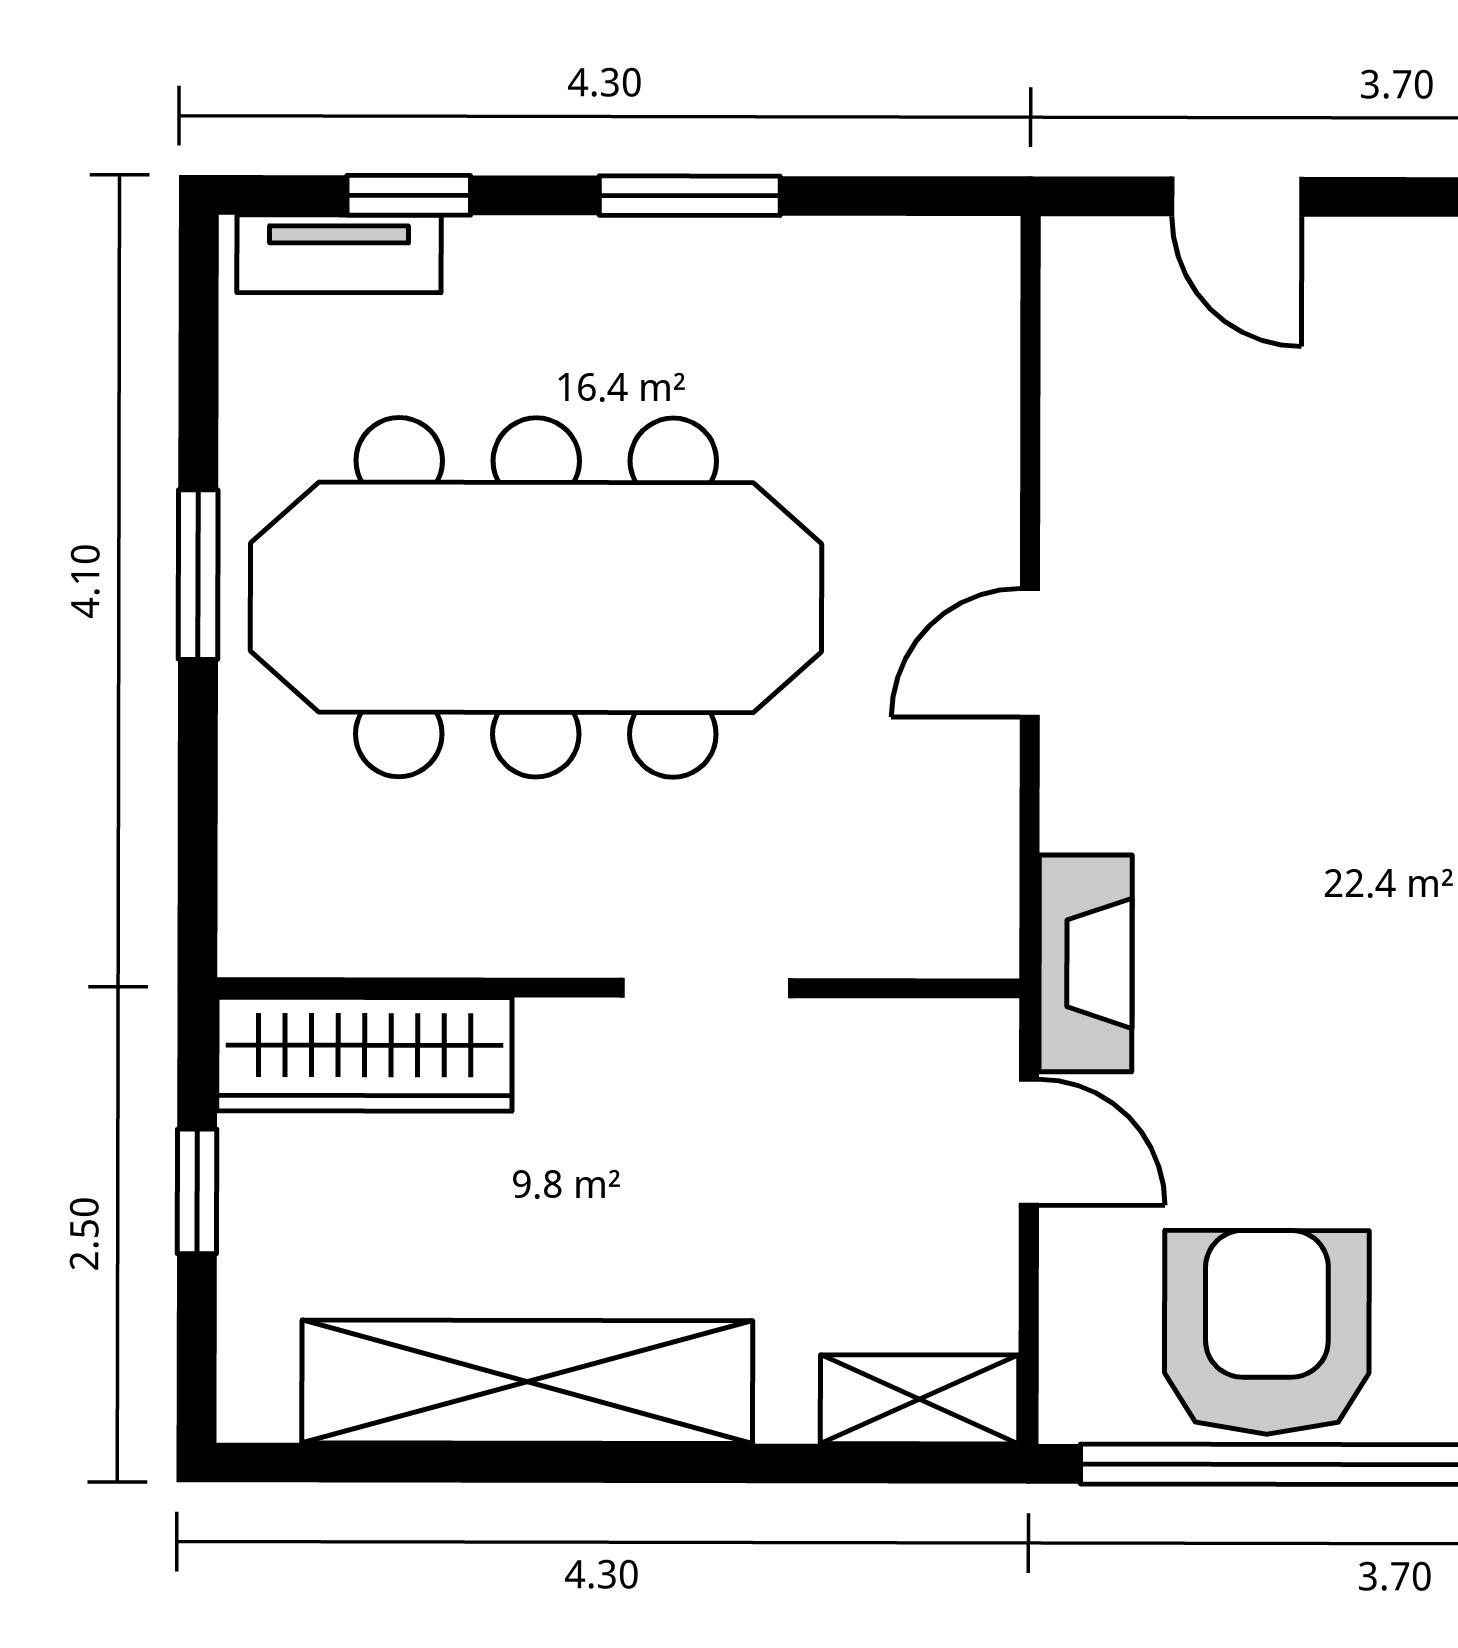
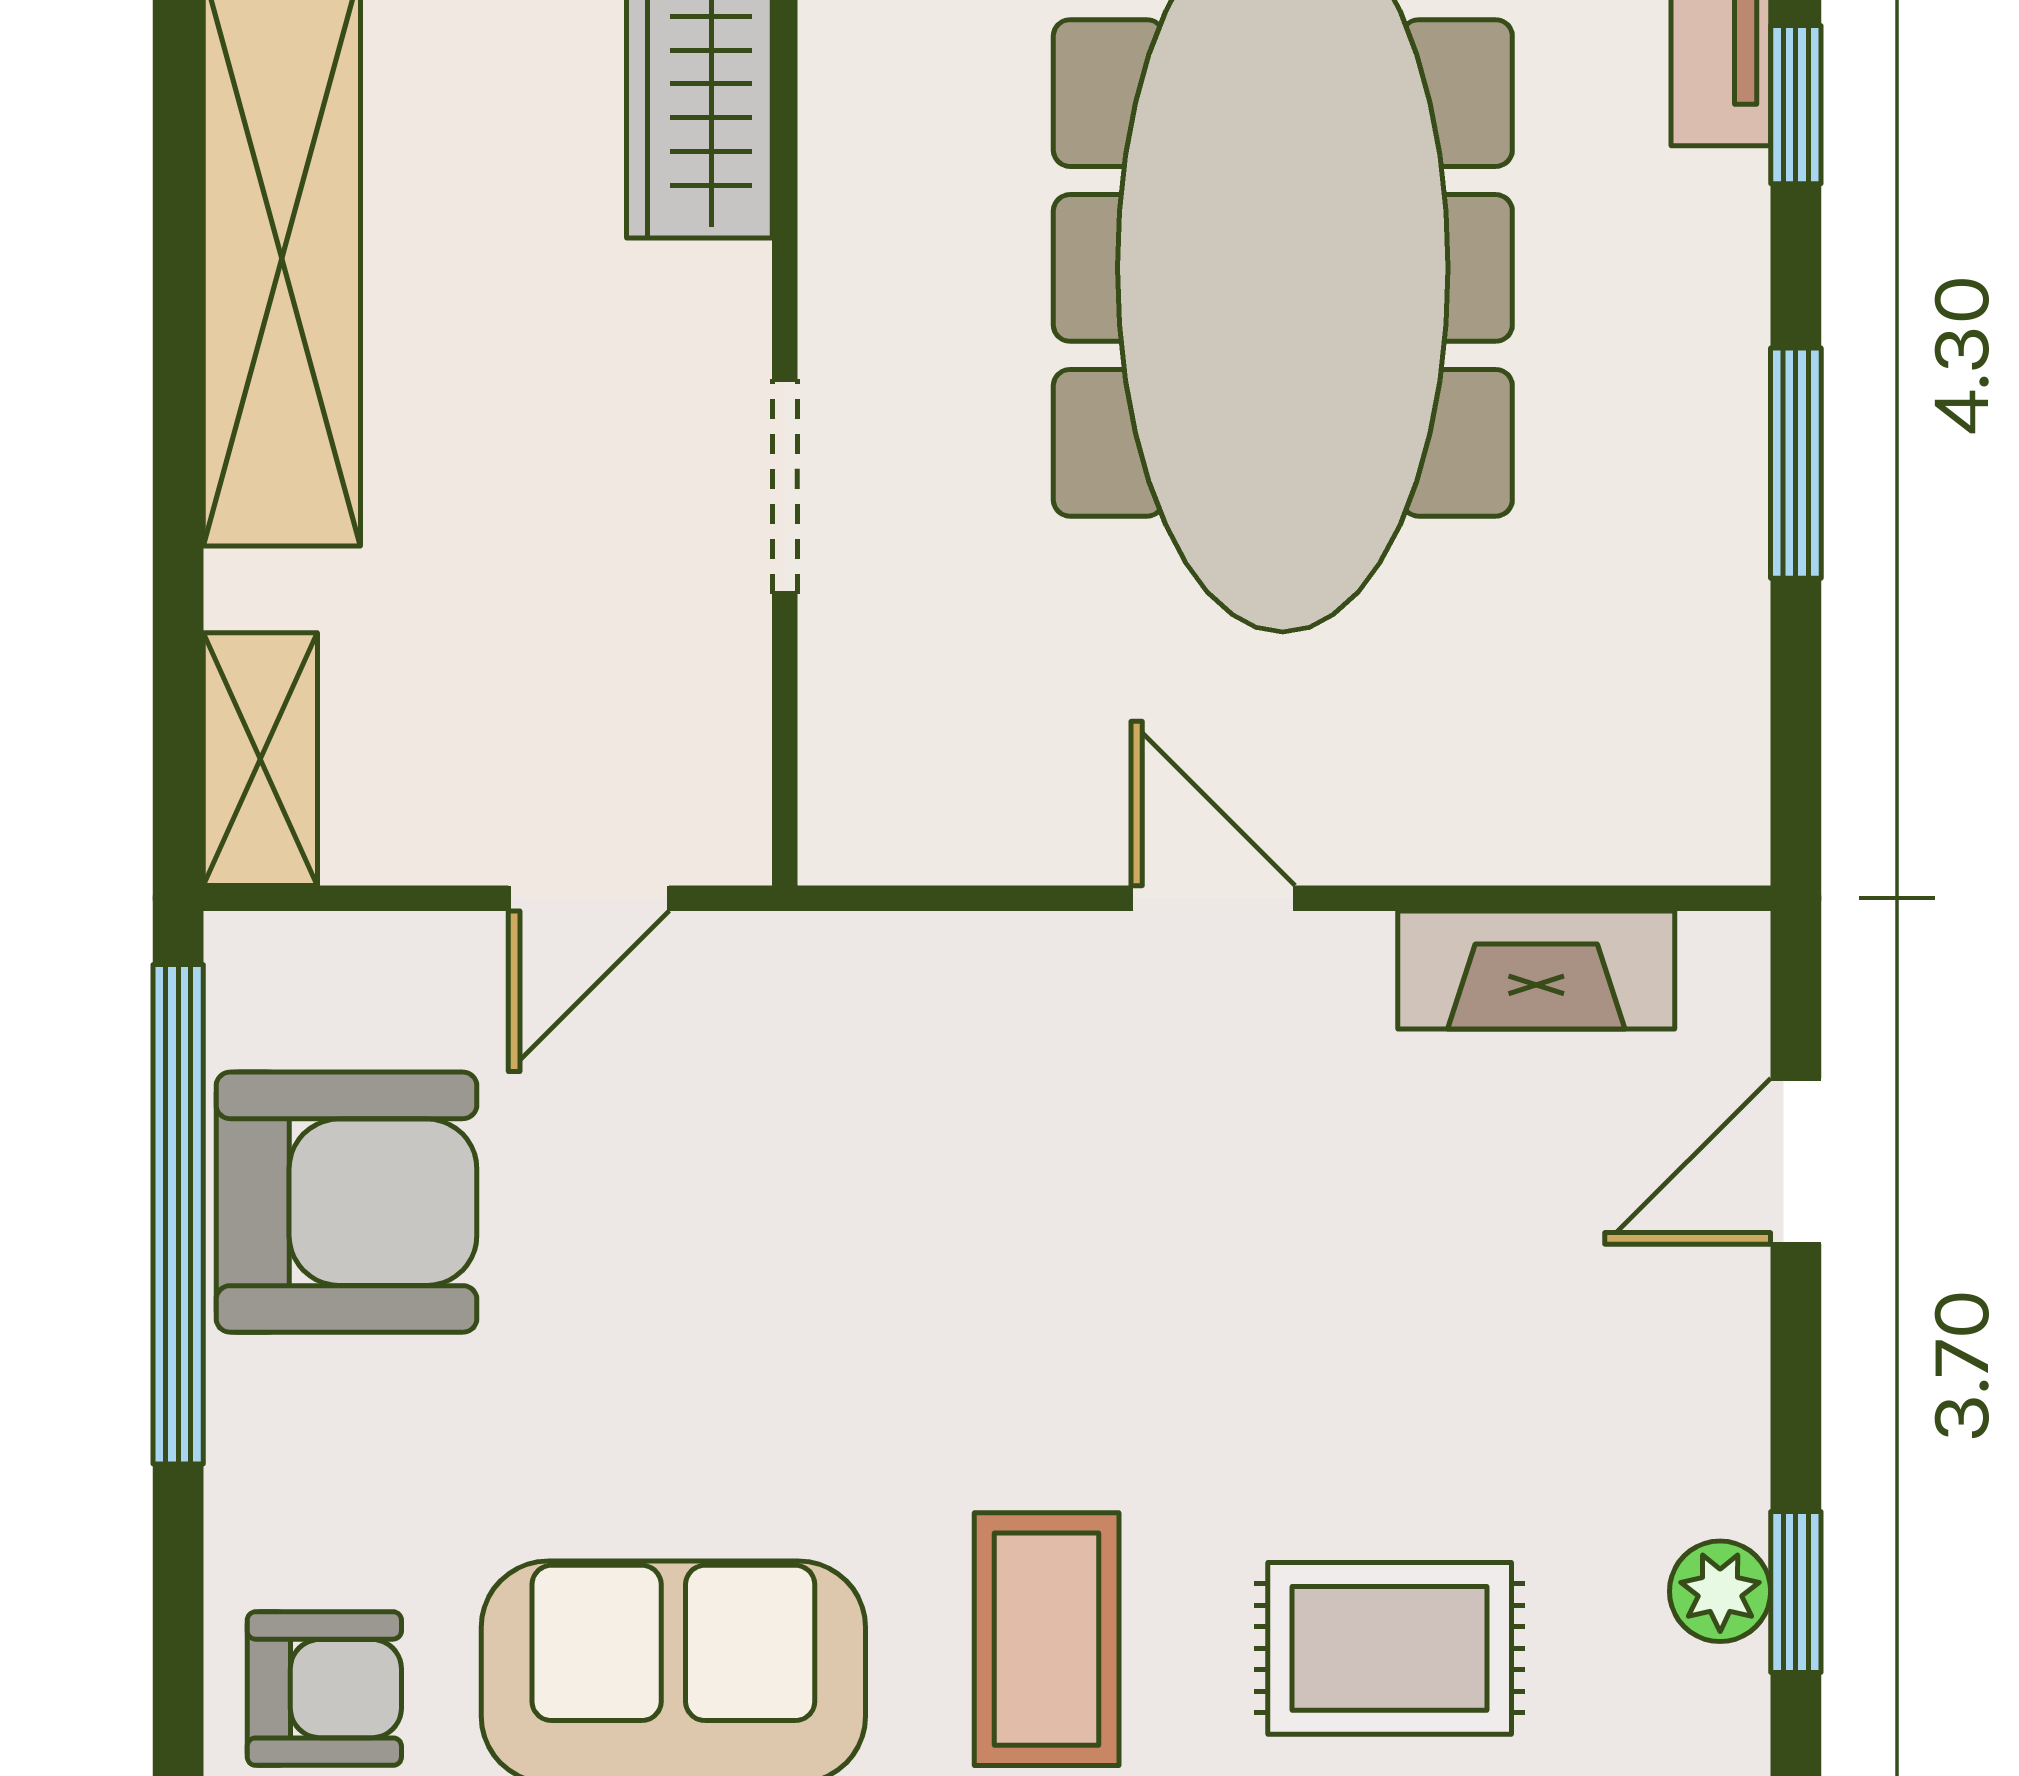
fireplace: (1086, 963) -> (1536, 970), moved

